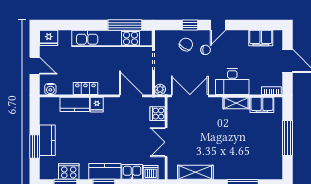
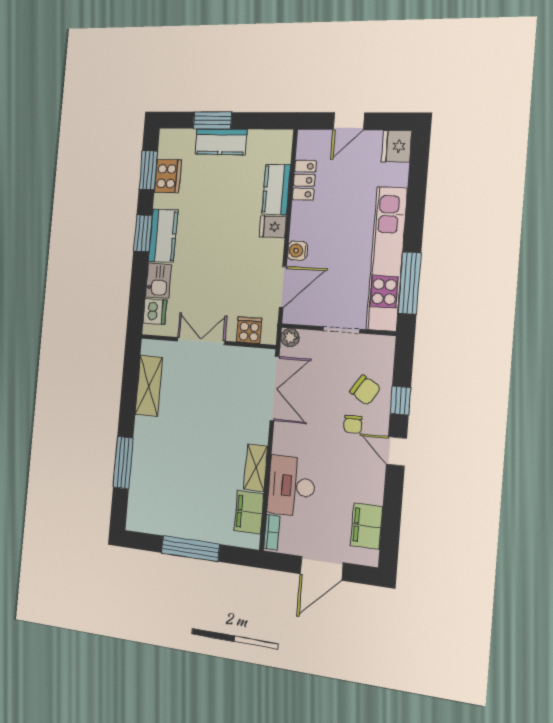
desk: (232, 82) -> (291, 486), moved
locker: (85, 88) -> (304, 180), moved
water cooler: (50, 89) -> (297, 251), moved

